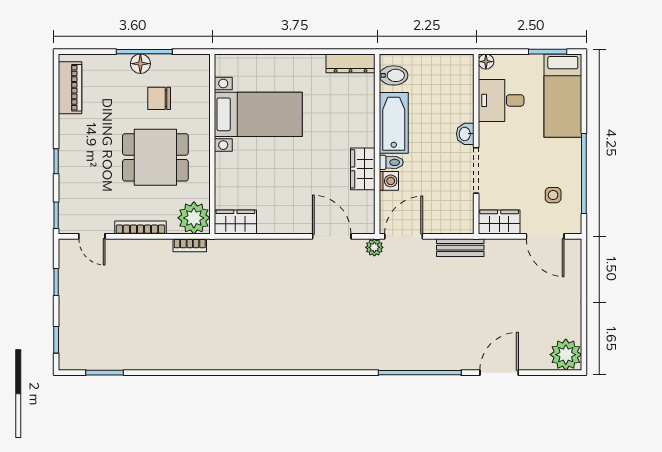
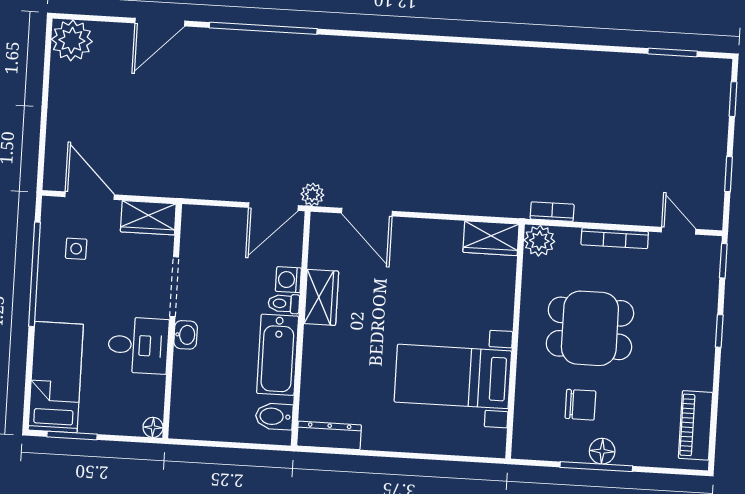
desk: (501, 100) -> (138, 345), moved
plant: (194, 218) -> (539, 241), width x0.73, depth x0.73
bench: (460, 248) -> (201, 188), removed

